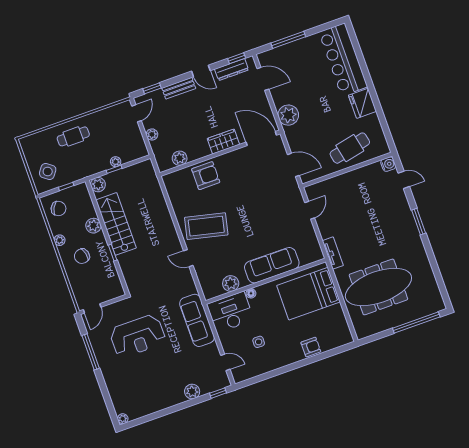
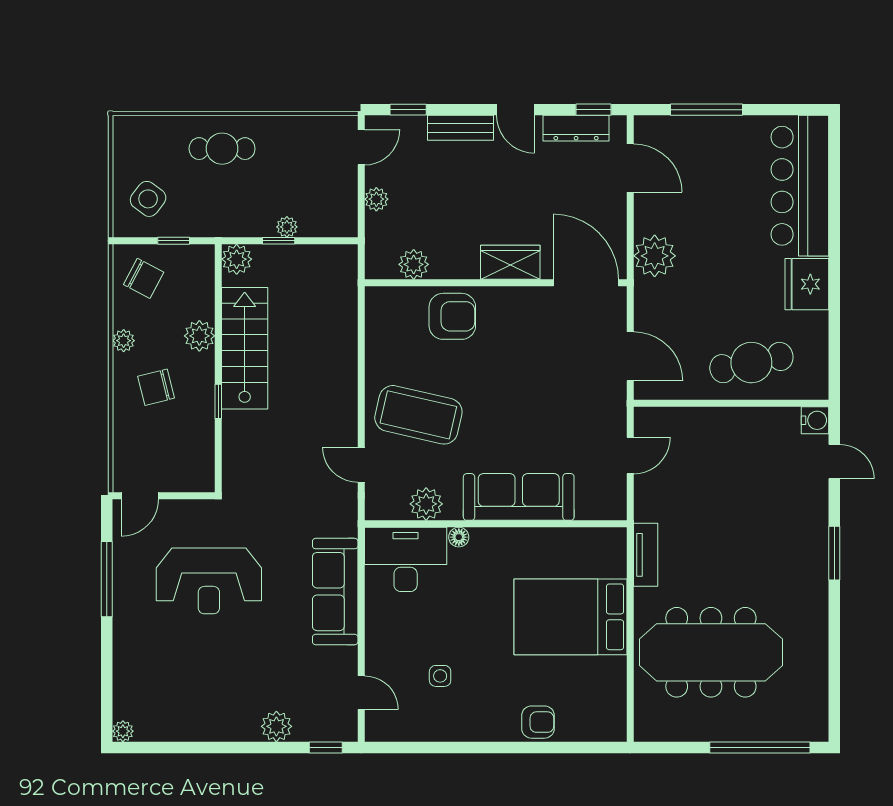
sofa: (272, 265) -> (519, 497), moved
wall: (266, 281) -> (496, 524), moved
plant: (231, 283) -> (426, 504), moved
floor lamp: (251, 293) -> (459, 537), moved
desk: (230, 312) -> (406, 559), moved

